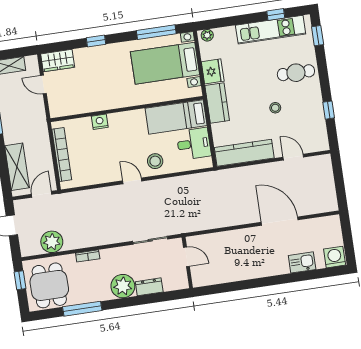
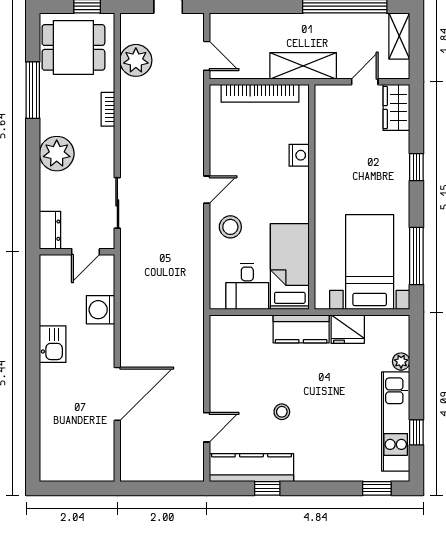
plant: (207, 35) -> (401, 362), moved
cafe table: (296, 73) -> (328, 449), removed
kitchen counter: (244, 153) -> (251, 468), moved, turned -90
shelving: (17, 167) -> (303, 66), moved
washing machine: (335, 257) -> (100, 310), moved, turned 180
kitchen sink: (302, 262) -> (53, 344), moved
dresser: (149, 287) -> (50, 230), moved

